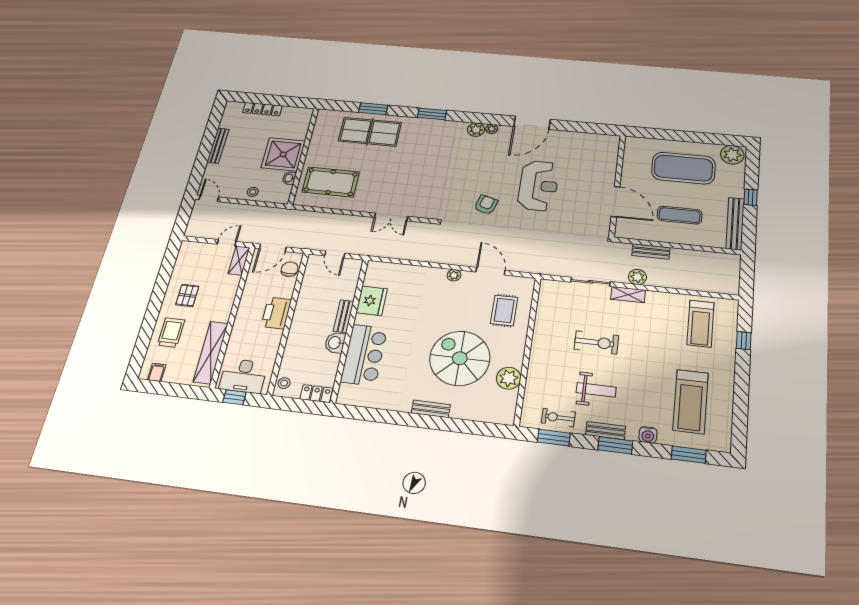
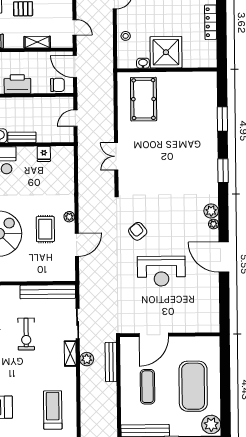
table tennis table: (370, 132) -> (198, 121), removed
armchair: (486, 205) -> (138, 231), turned -145
bench: (651, 251) -> (111, 362), width x1.36
shelving: (239, 261) -> (37, 42), moved
fridge: (372, 301) -> (44, 154), width x0.53, depth x0.75
rug: (504, 310) -> (45, 229), moved, turned 90
bench: (545, 311) -> (48, 292), added
treadmill: (701, 324) -> (53, 410), turned 90

